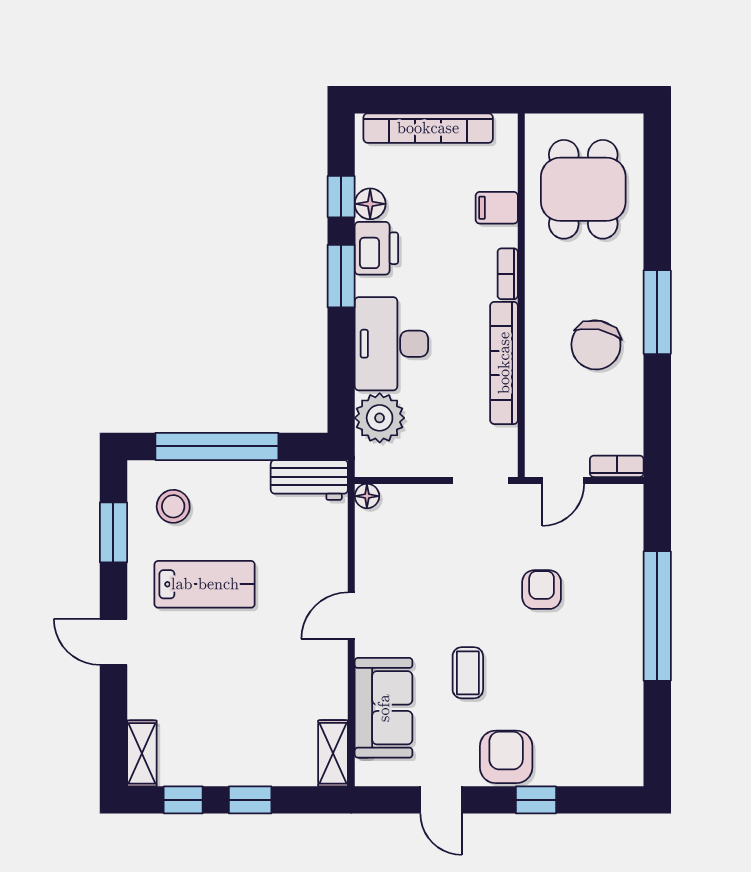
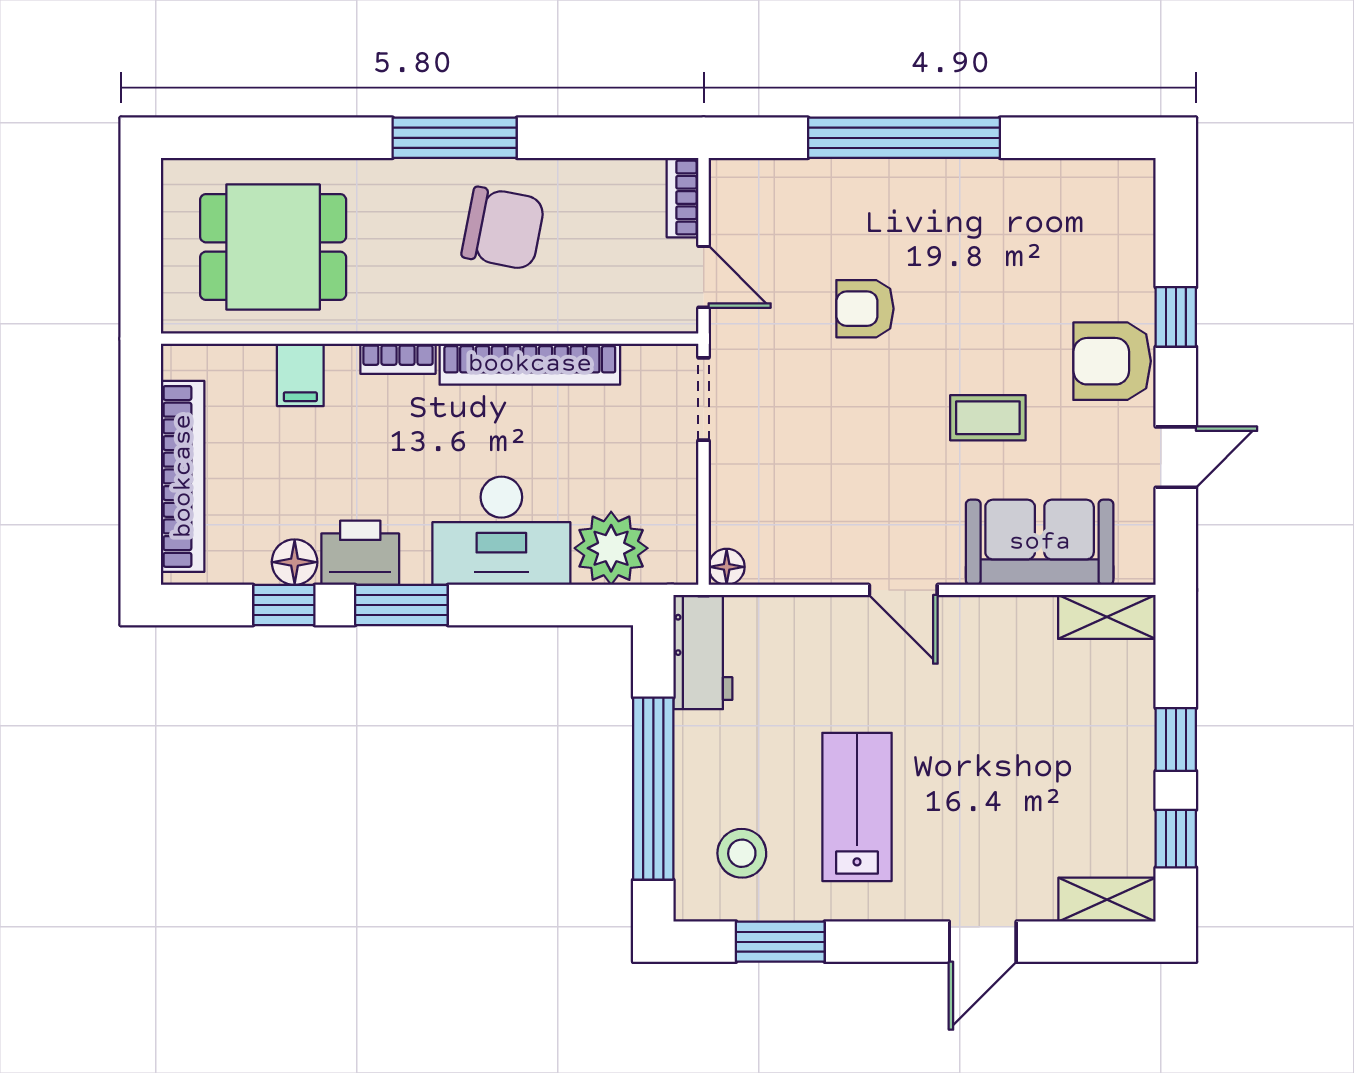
door: (113, 642) -> (983, 942), moved

